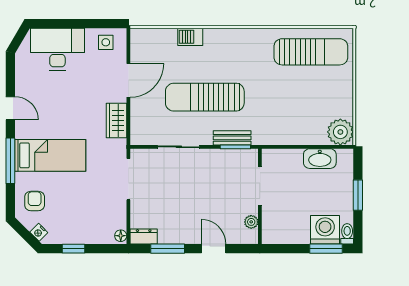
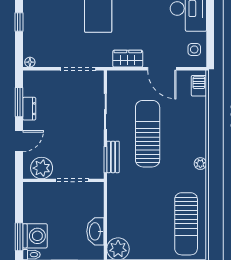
plant: (240, 35) -> (200, 164), added
barbecue: (190, 37) -> (199, 86), moved
plant: (251, 222) -> (42, 168), width x1.88, depth x1.88
dresser: (144, 236) -> (29, 109), moved

